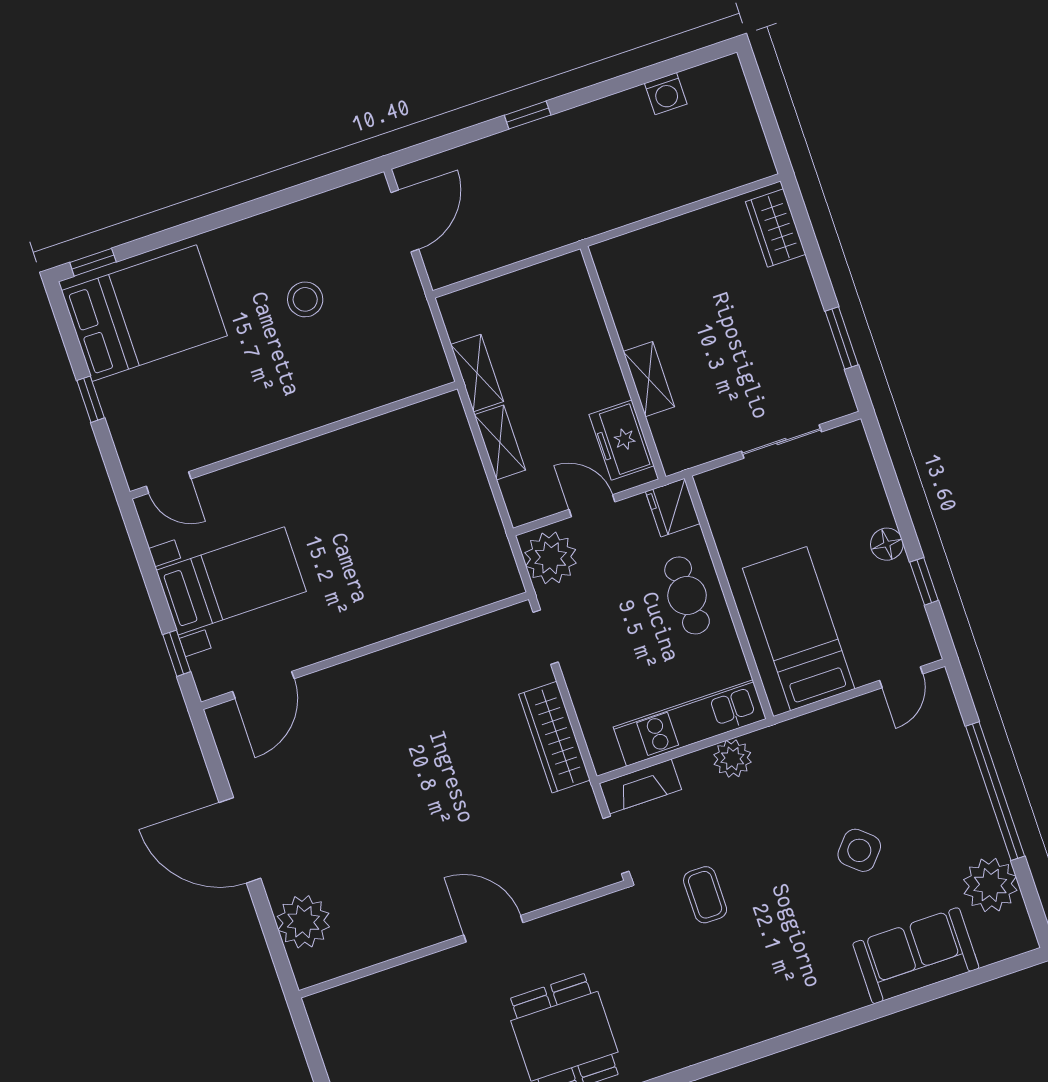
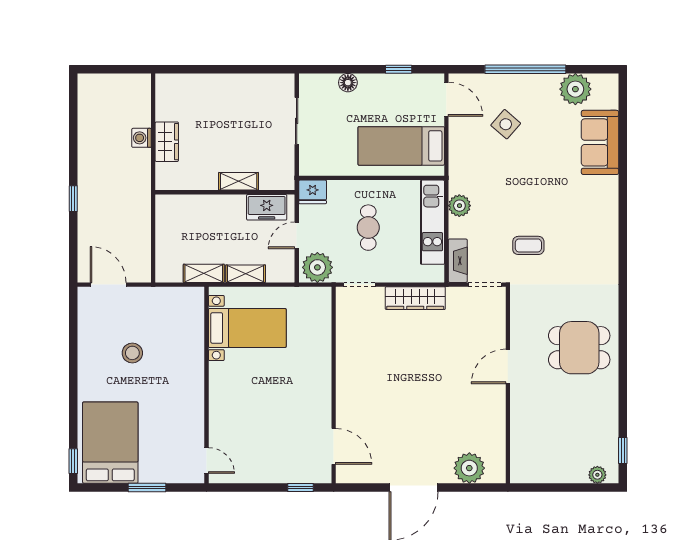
washing machine: (666, 94) -> (142, 138), moved, turned 180
wardrobe: (776, 228) -> (167, 142), moved, turned -90
window: (842, 338) -> (252, 69), removed
window: (91, 399) -> (147, 488), width x1.50
door: (169, 482) -> (207, 461), hinge flipped
floor lamp: (887, 544) -> (348, 83), moved
bed with nightstands: (231, 581) -> (247, 328), moved, turned 90
cafe table: (687, 595) -> (368, 228), moved, turned 90
door: (901, 677) -> (446, 99), width x1.38
side table: (859, 850) -> (506, 124), moved

